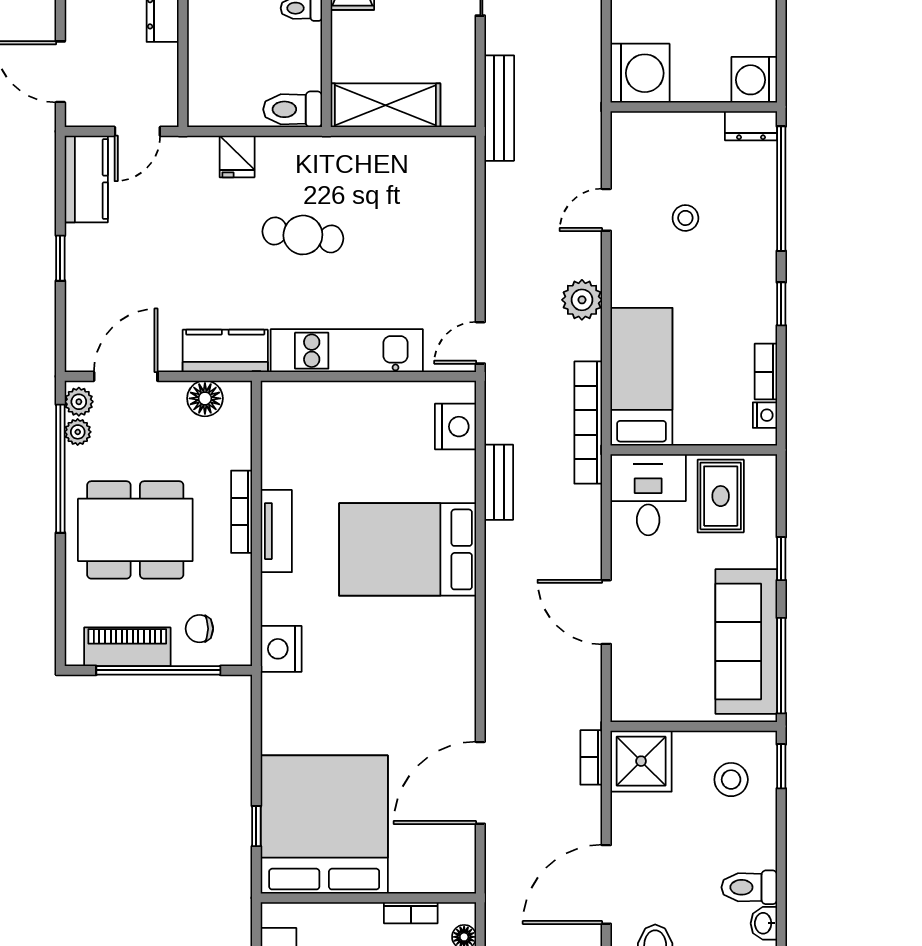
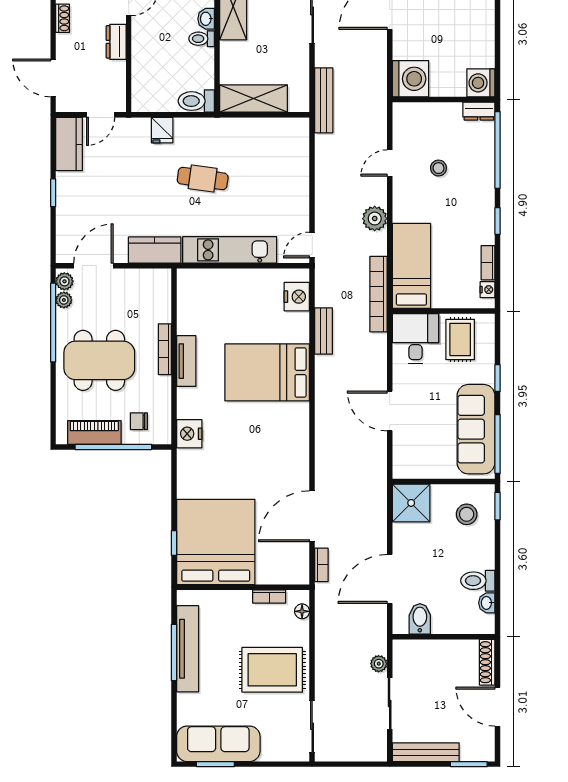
floor lamp: (205, 398) -> (142, 279), removed
bookcase: (591, 757) -> (321, 565), moved, turned 180

